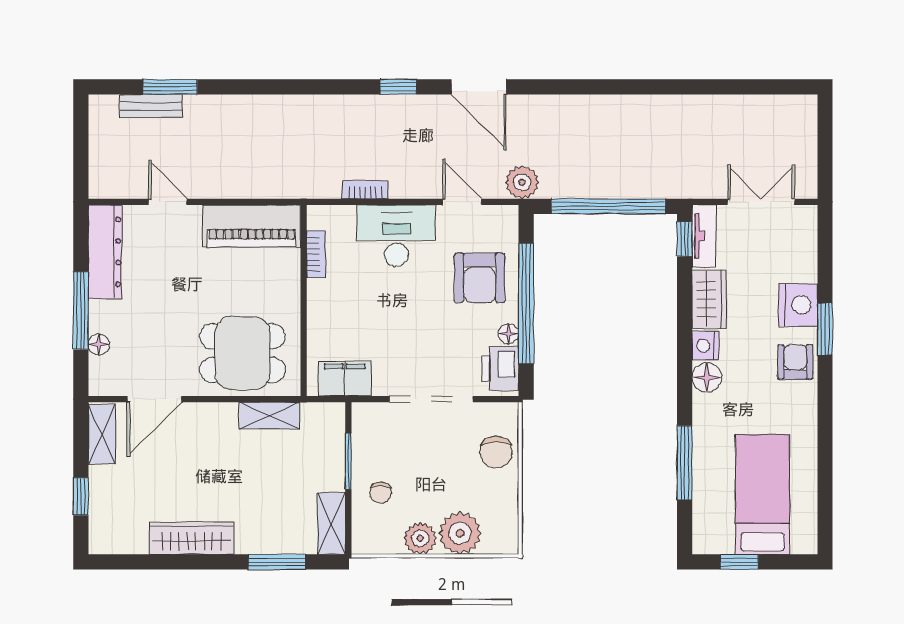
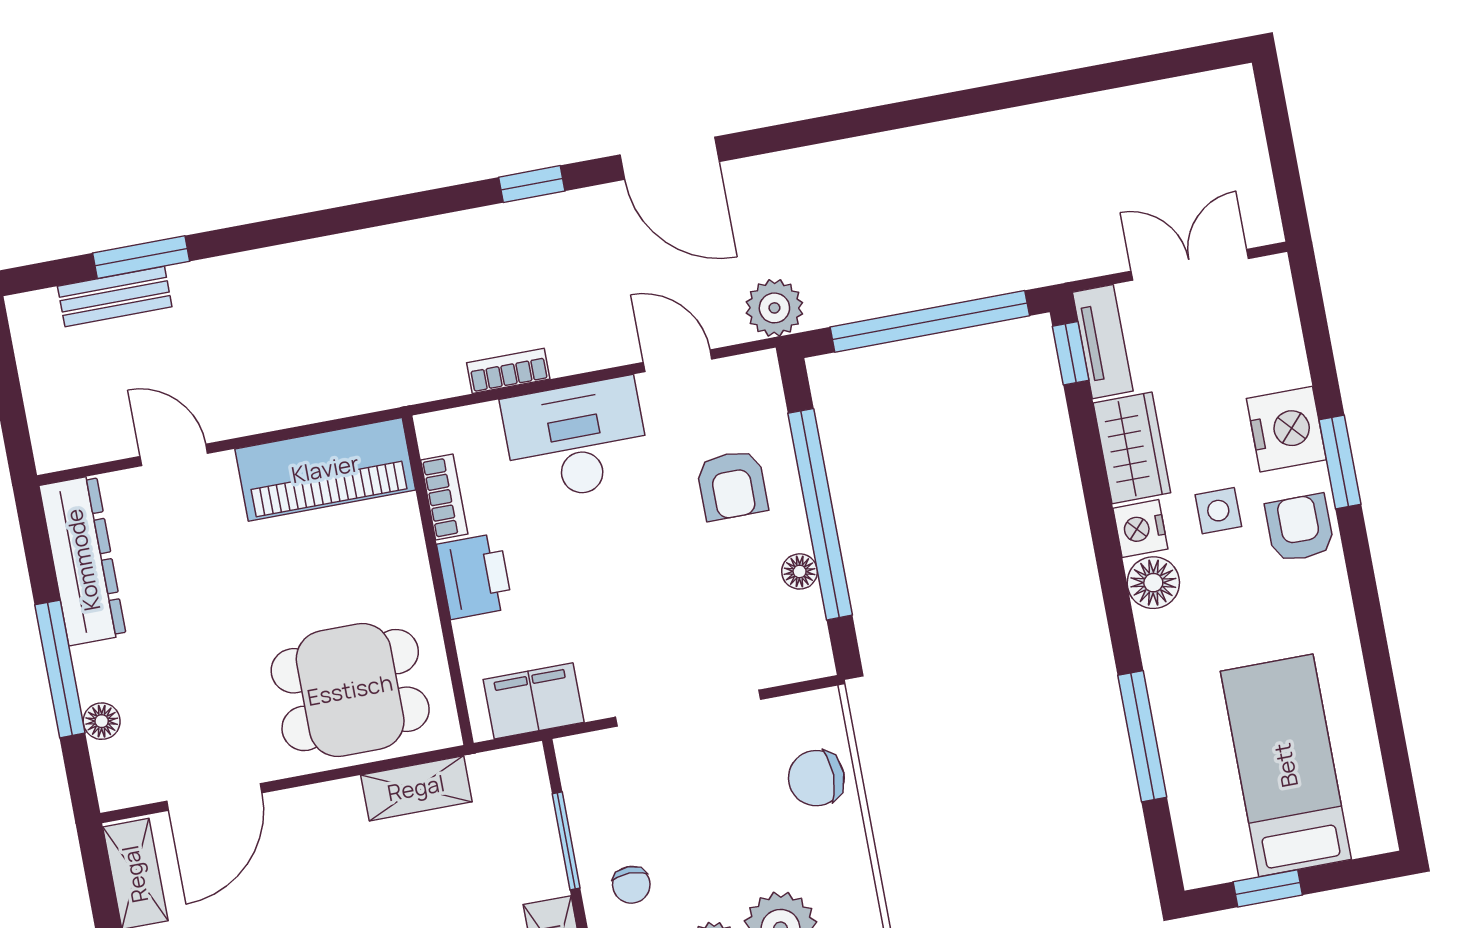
armchair: (480, 278) -> (732, 485), width x0.72, depth x0.72
side table: (751, 344) -> (1218, 511), added
printer: (500, 368) -> (475, 576), moved, turned 180
chair: (496, 452) -> (816, 778), turned 90

